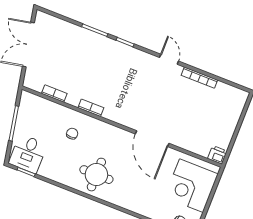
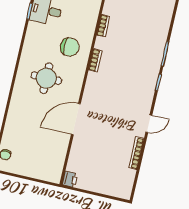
chair: (72, 134) -> (70, 47), width x1.87, depth x1.87
round table: (96, 175) -> (46, 78), moved
corner desk: (191, 186) -> (39, 160), removed

